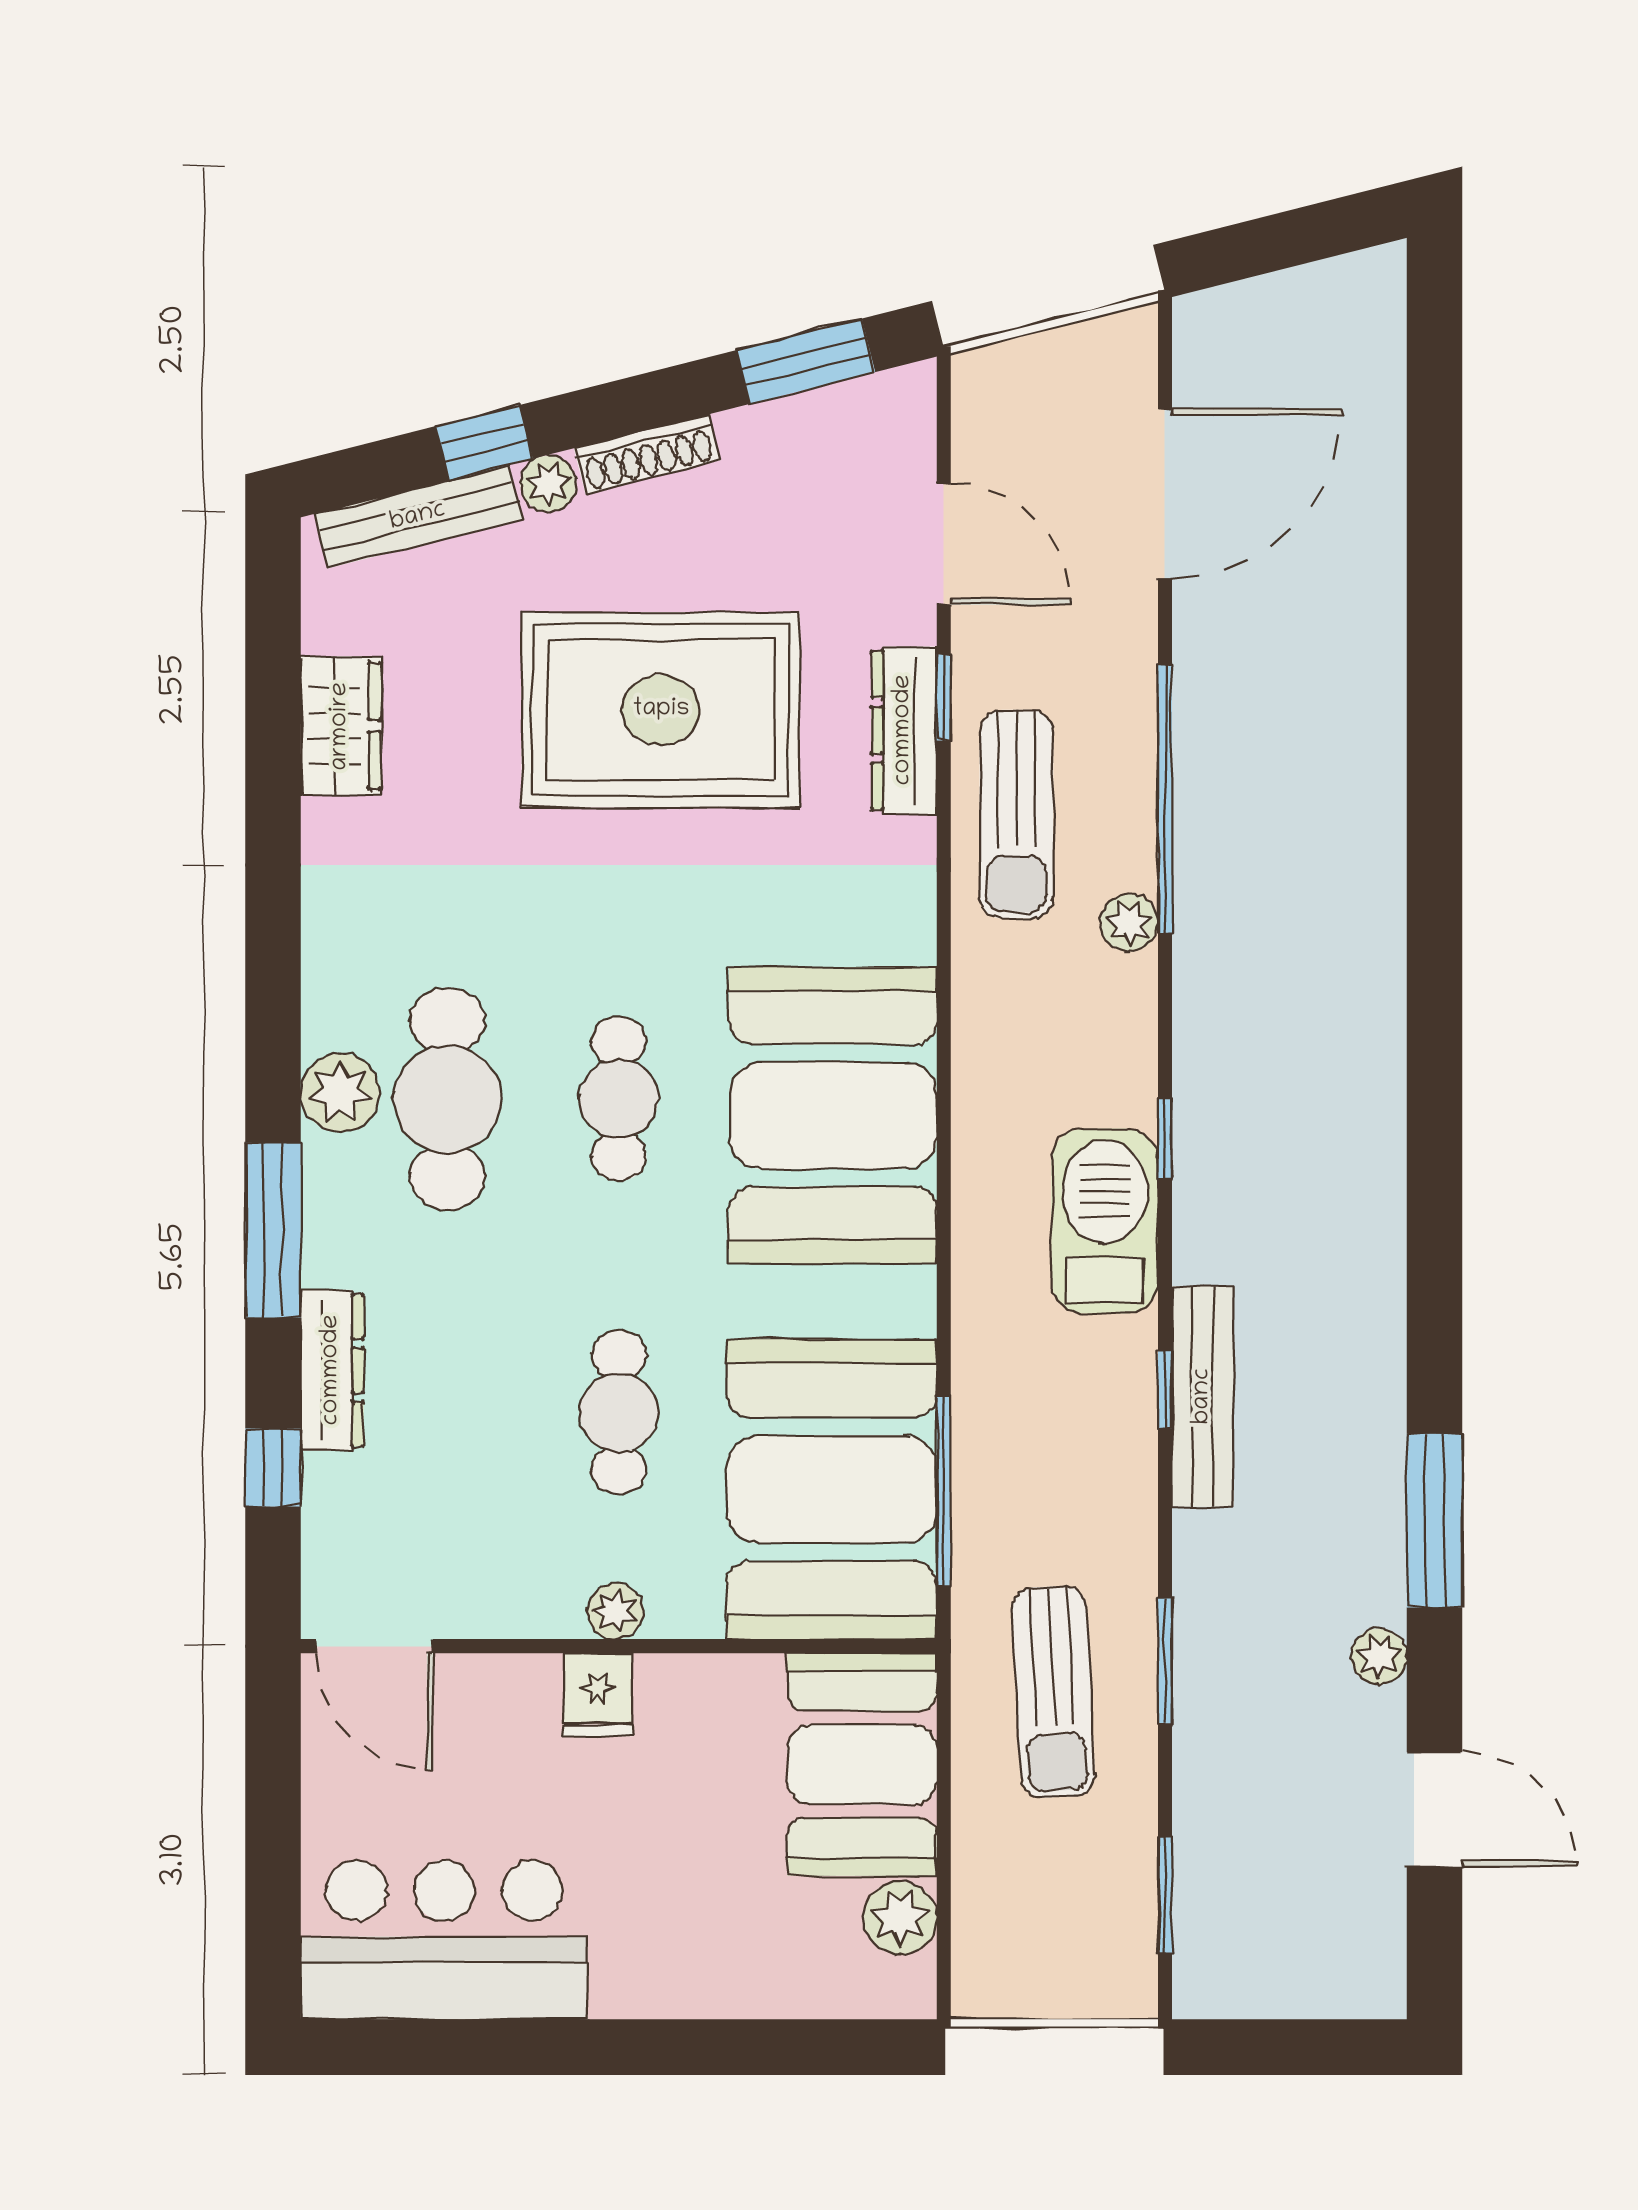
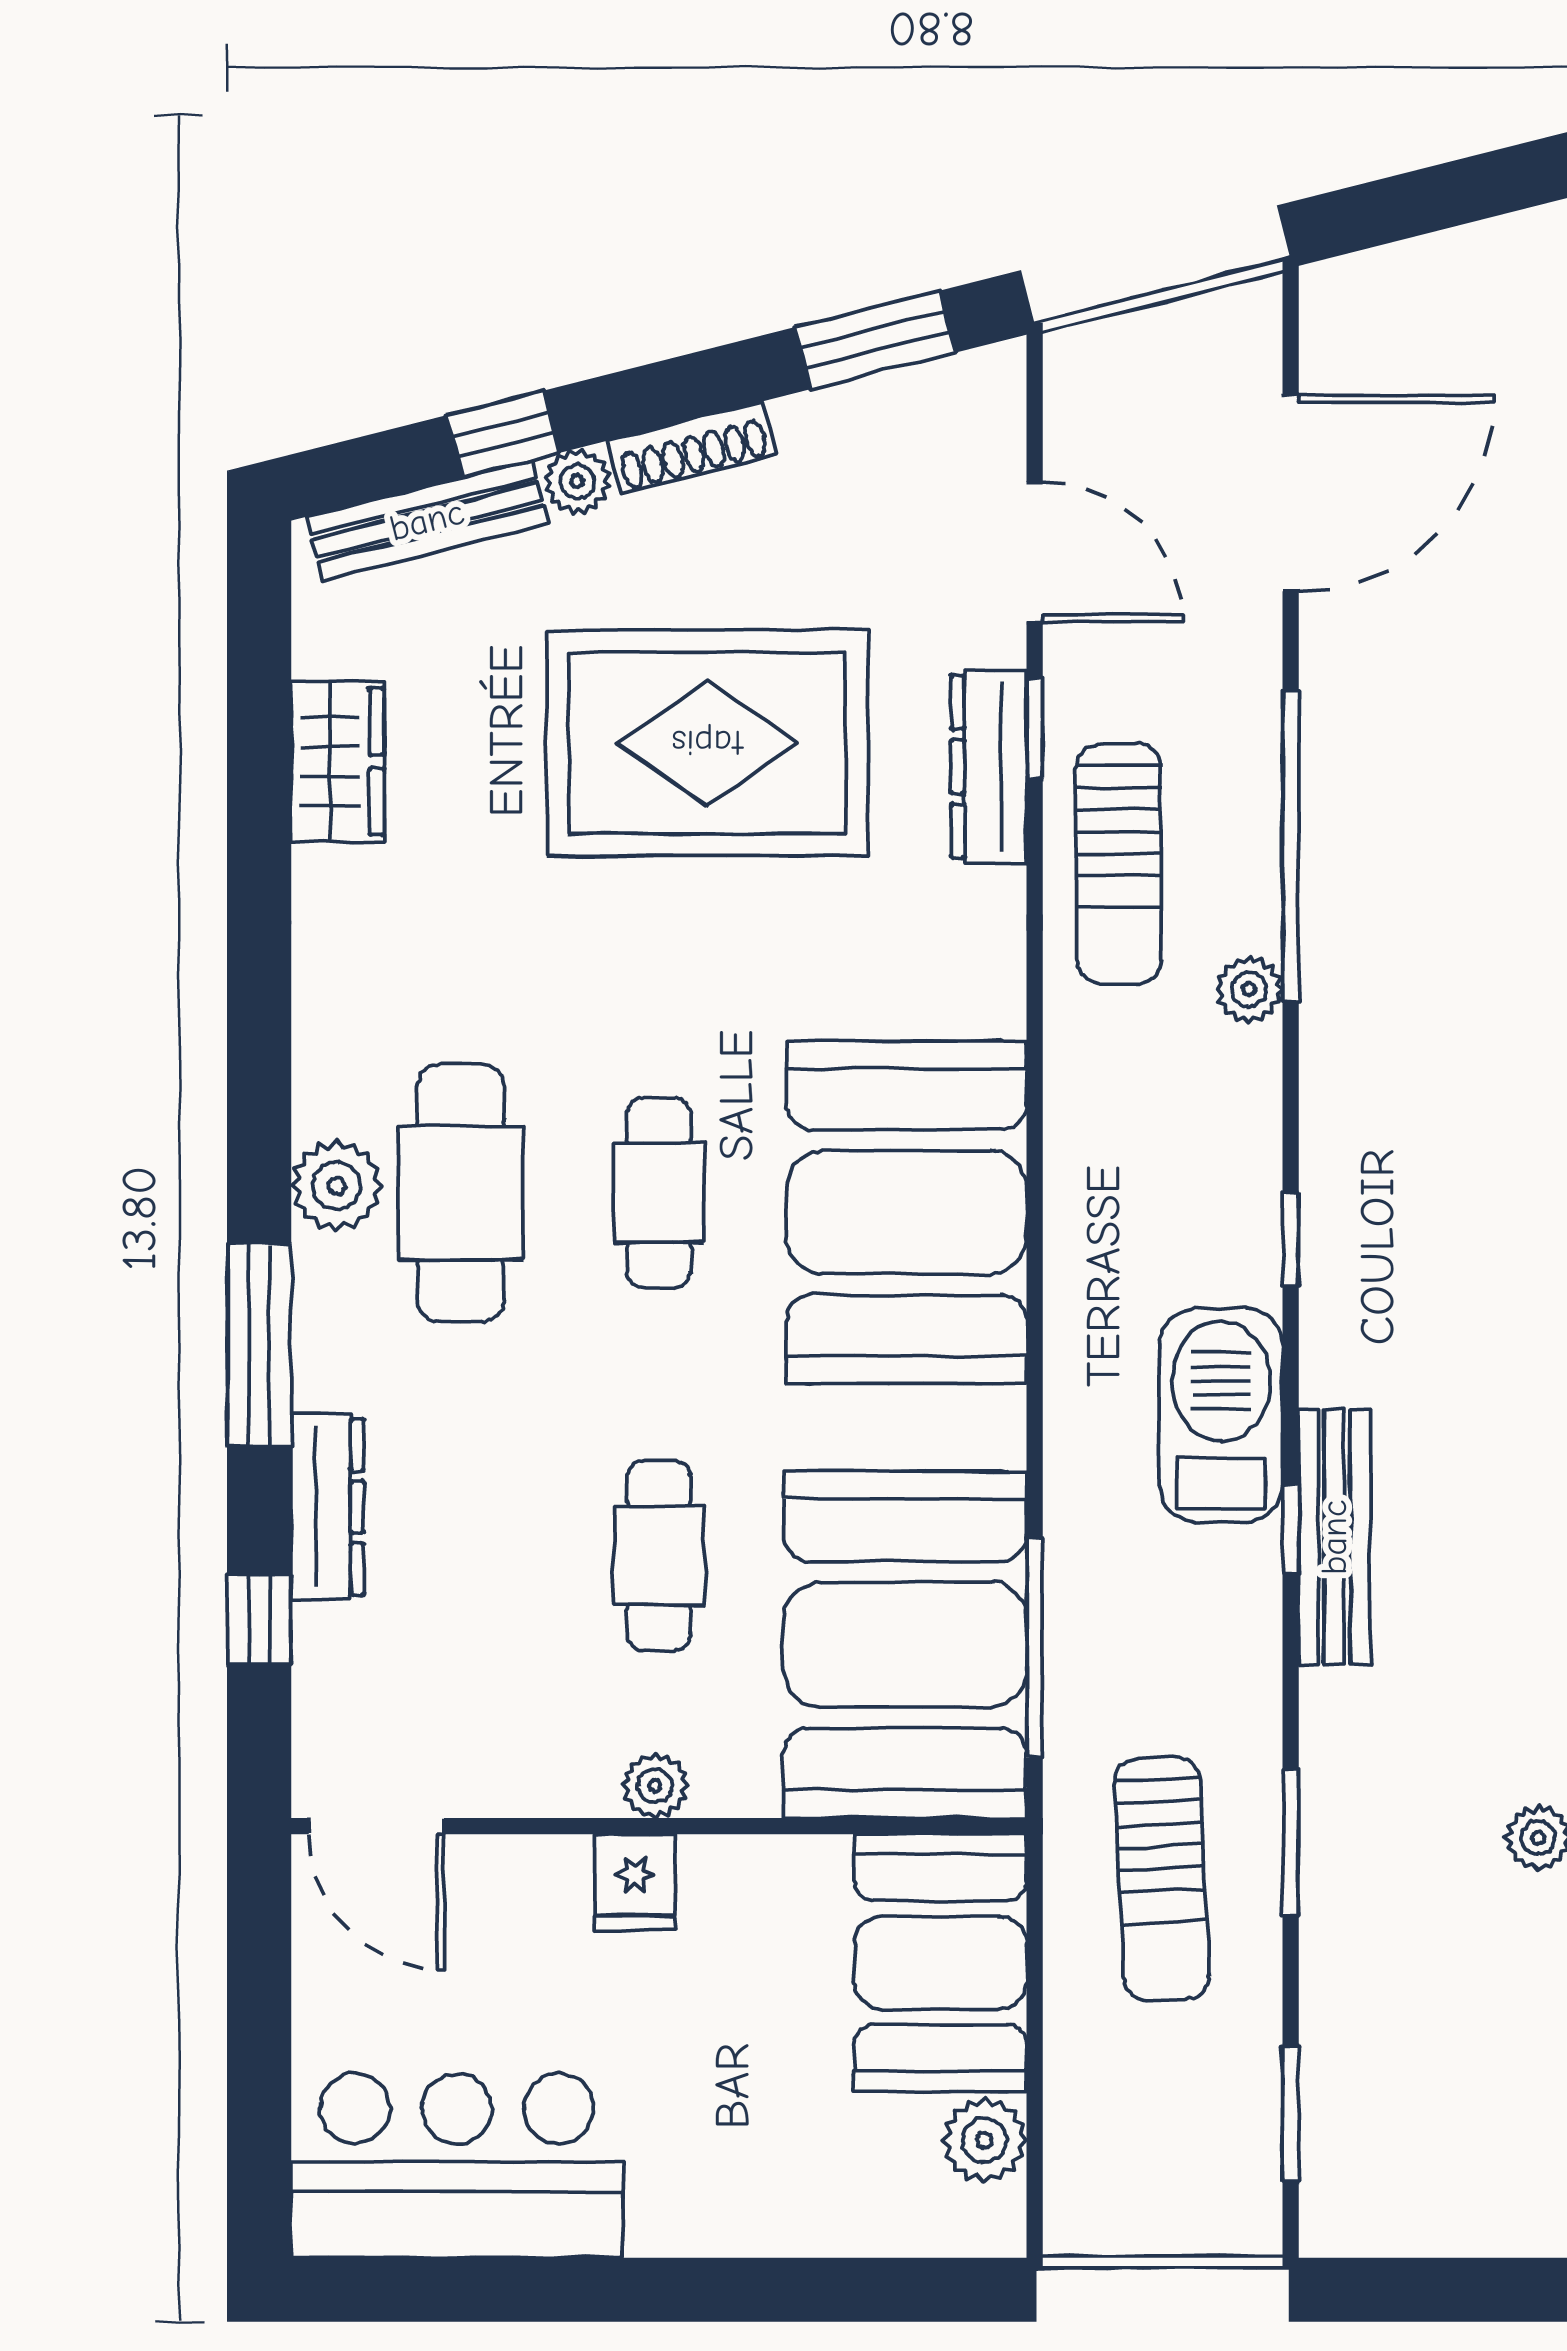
barbecue: (1105, 1221) -> (1221, 1415), moved

